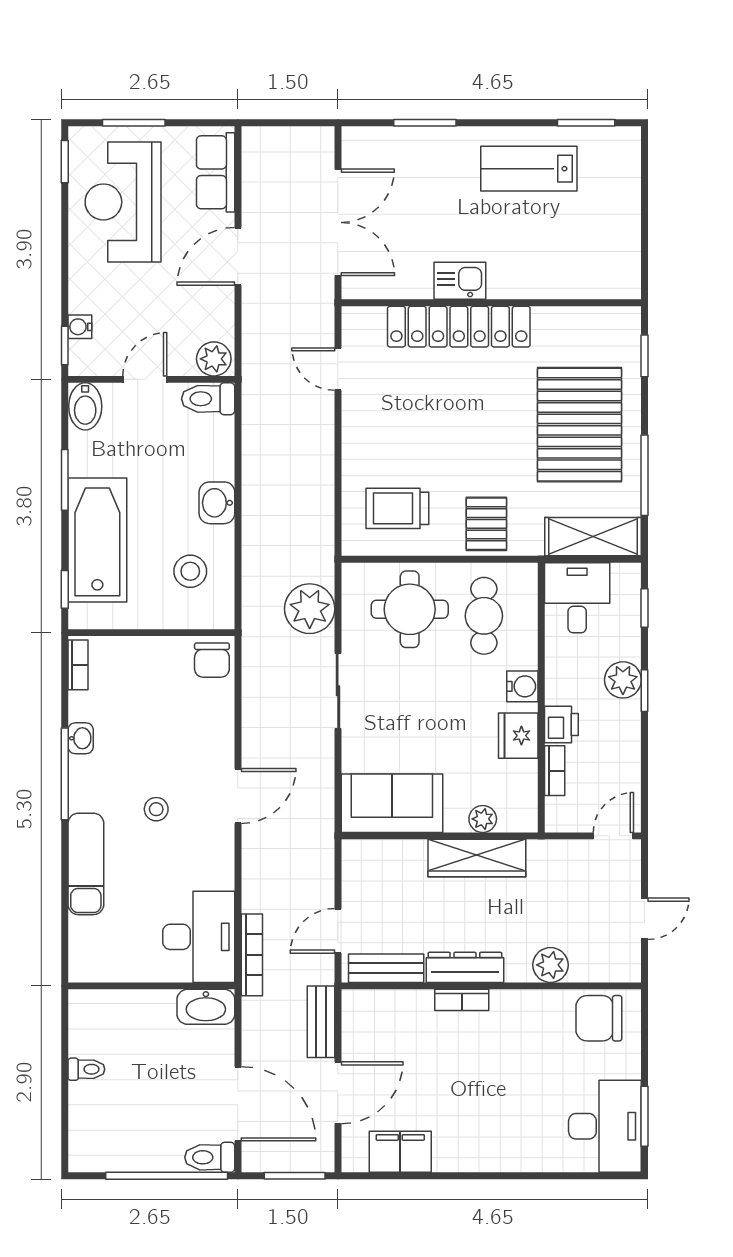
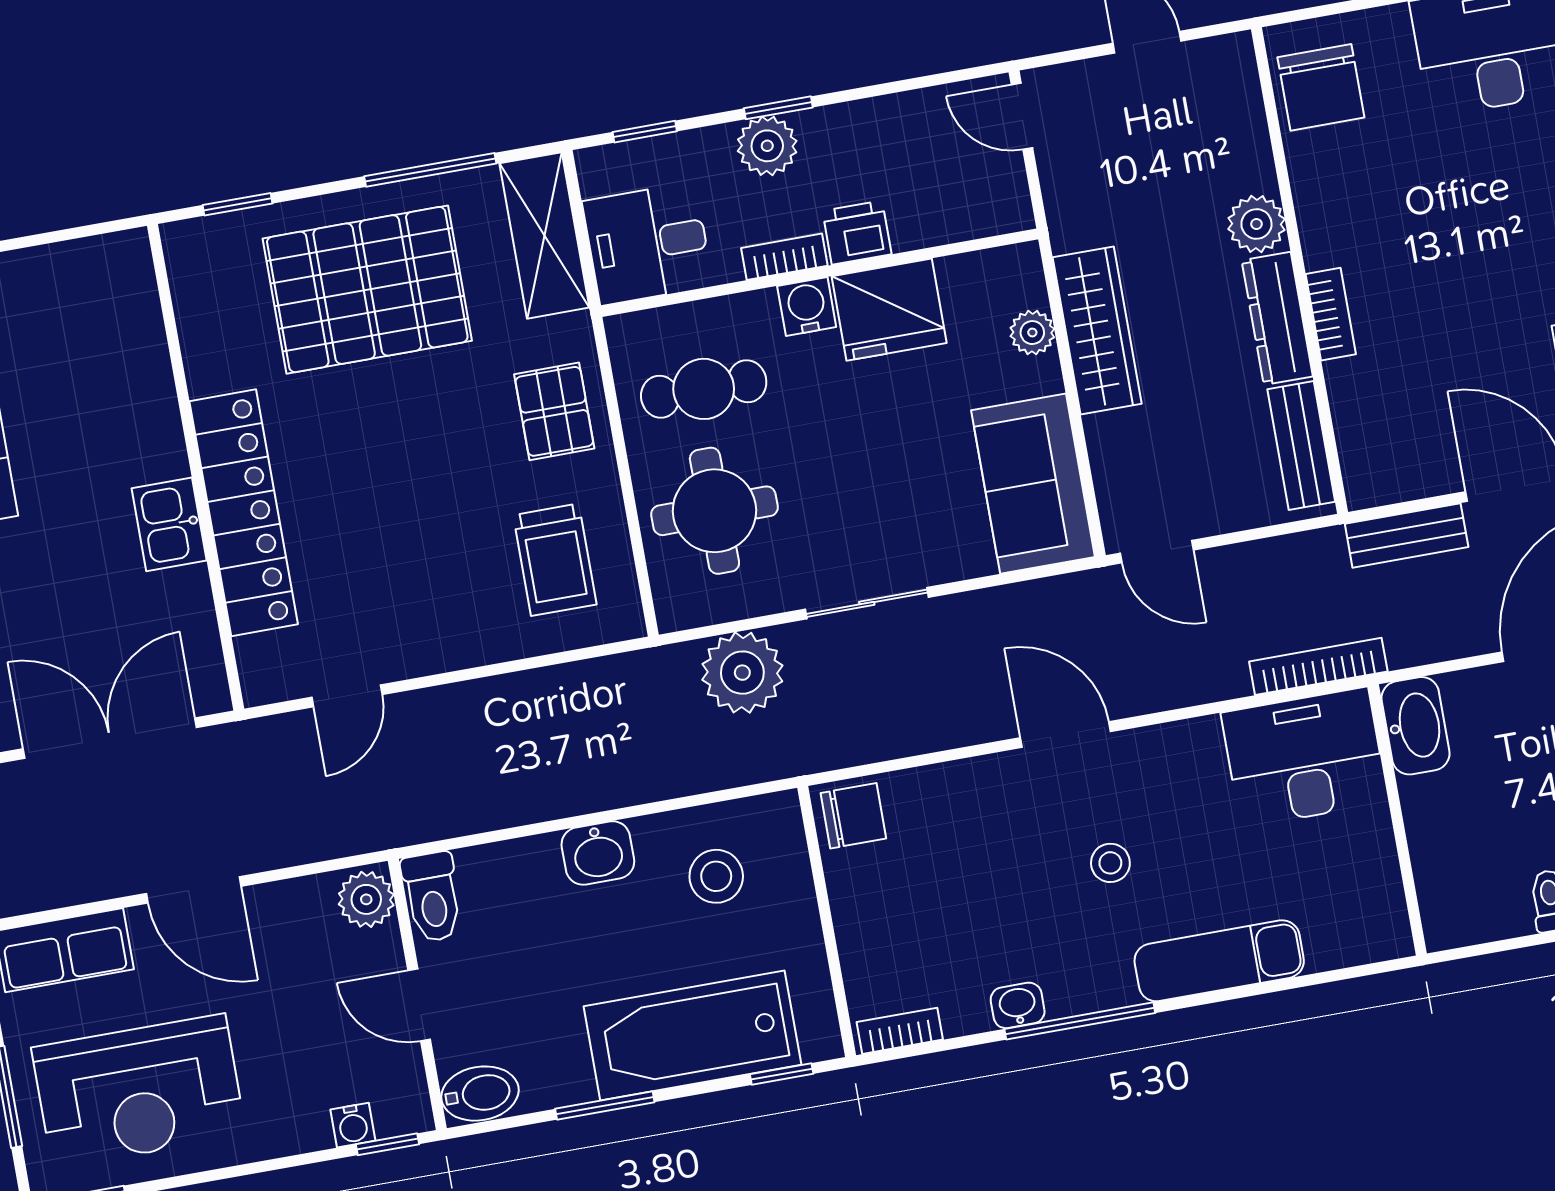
pallet: (486, 524) -> (554, 411), turned 90
fridge: (518, 736) -> (889, 310), width x1.36, depth x1.34
bookcase: (555, 771) -> (784, 257), moved
door: (338, 931) -> (1157, 552), moved
plant: (551, 965) -> (1256, 224), moved

